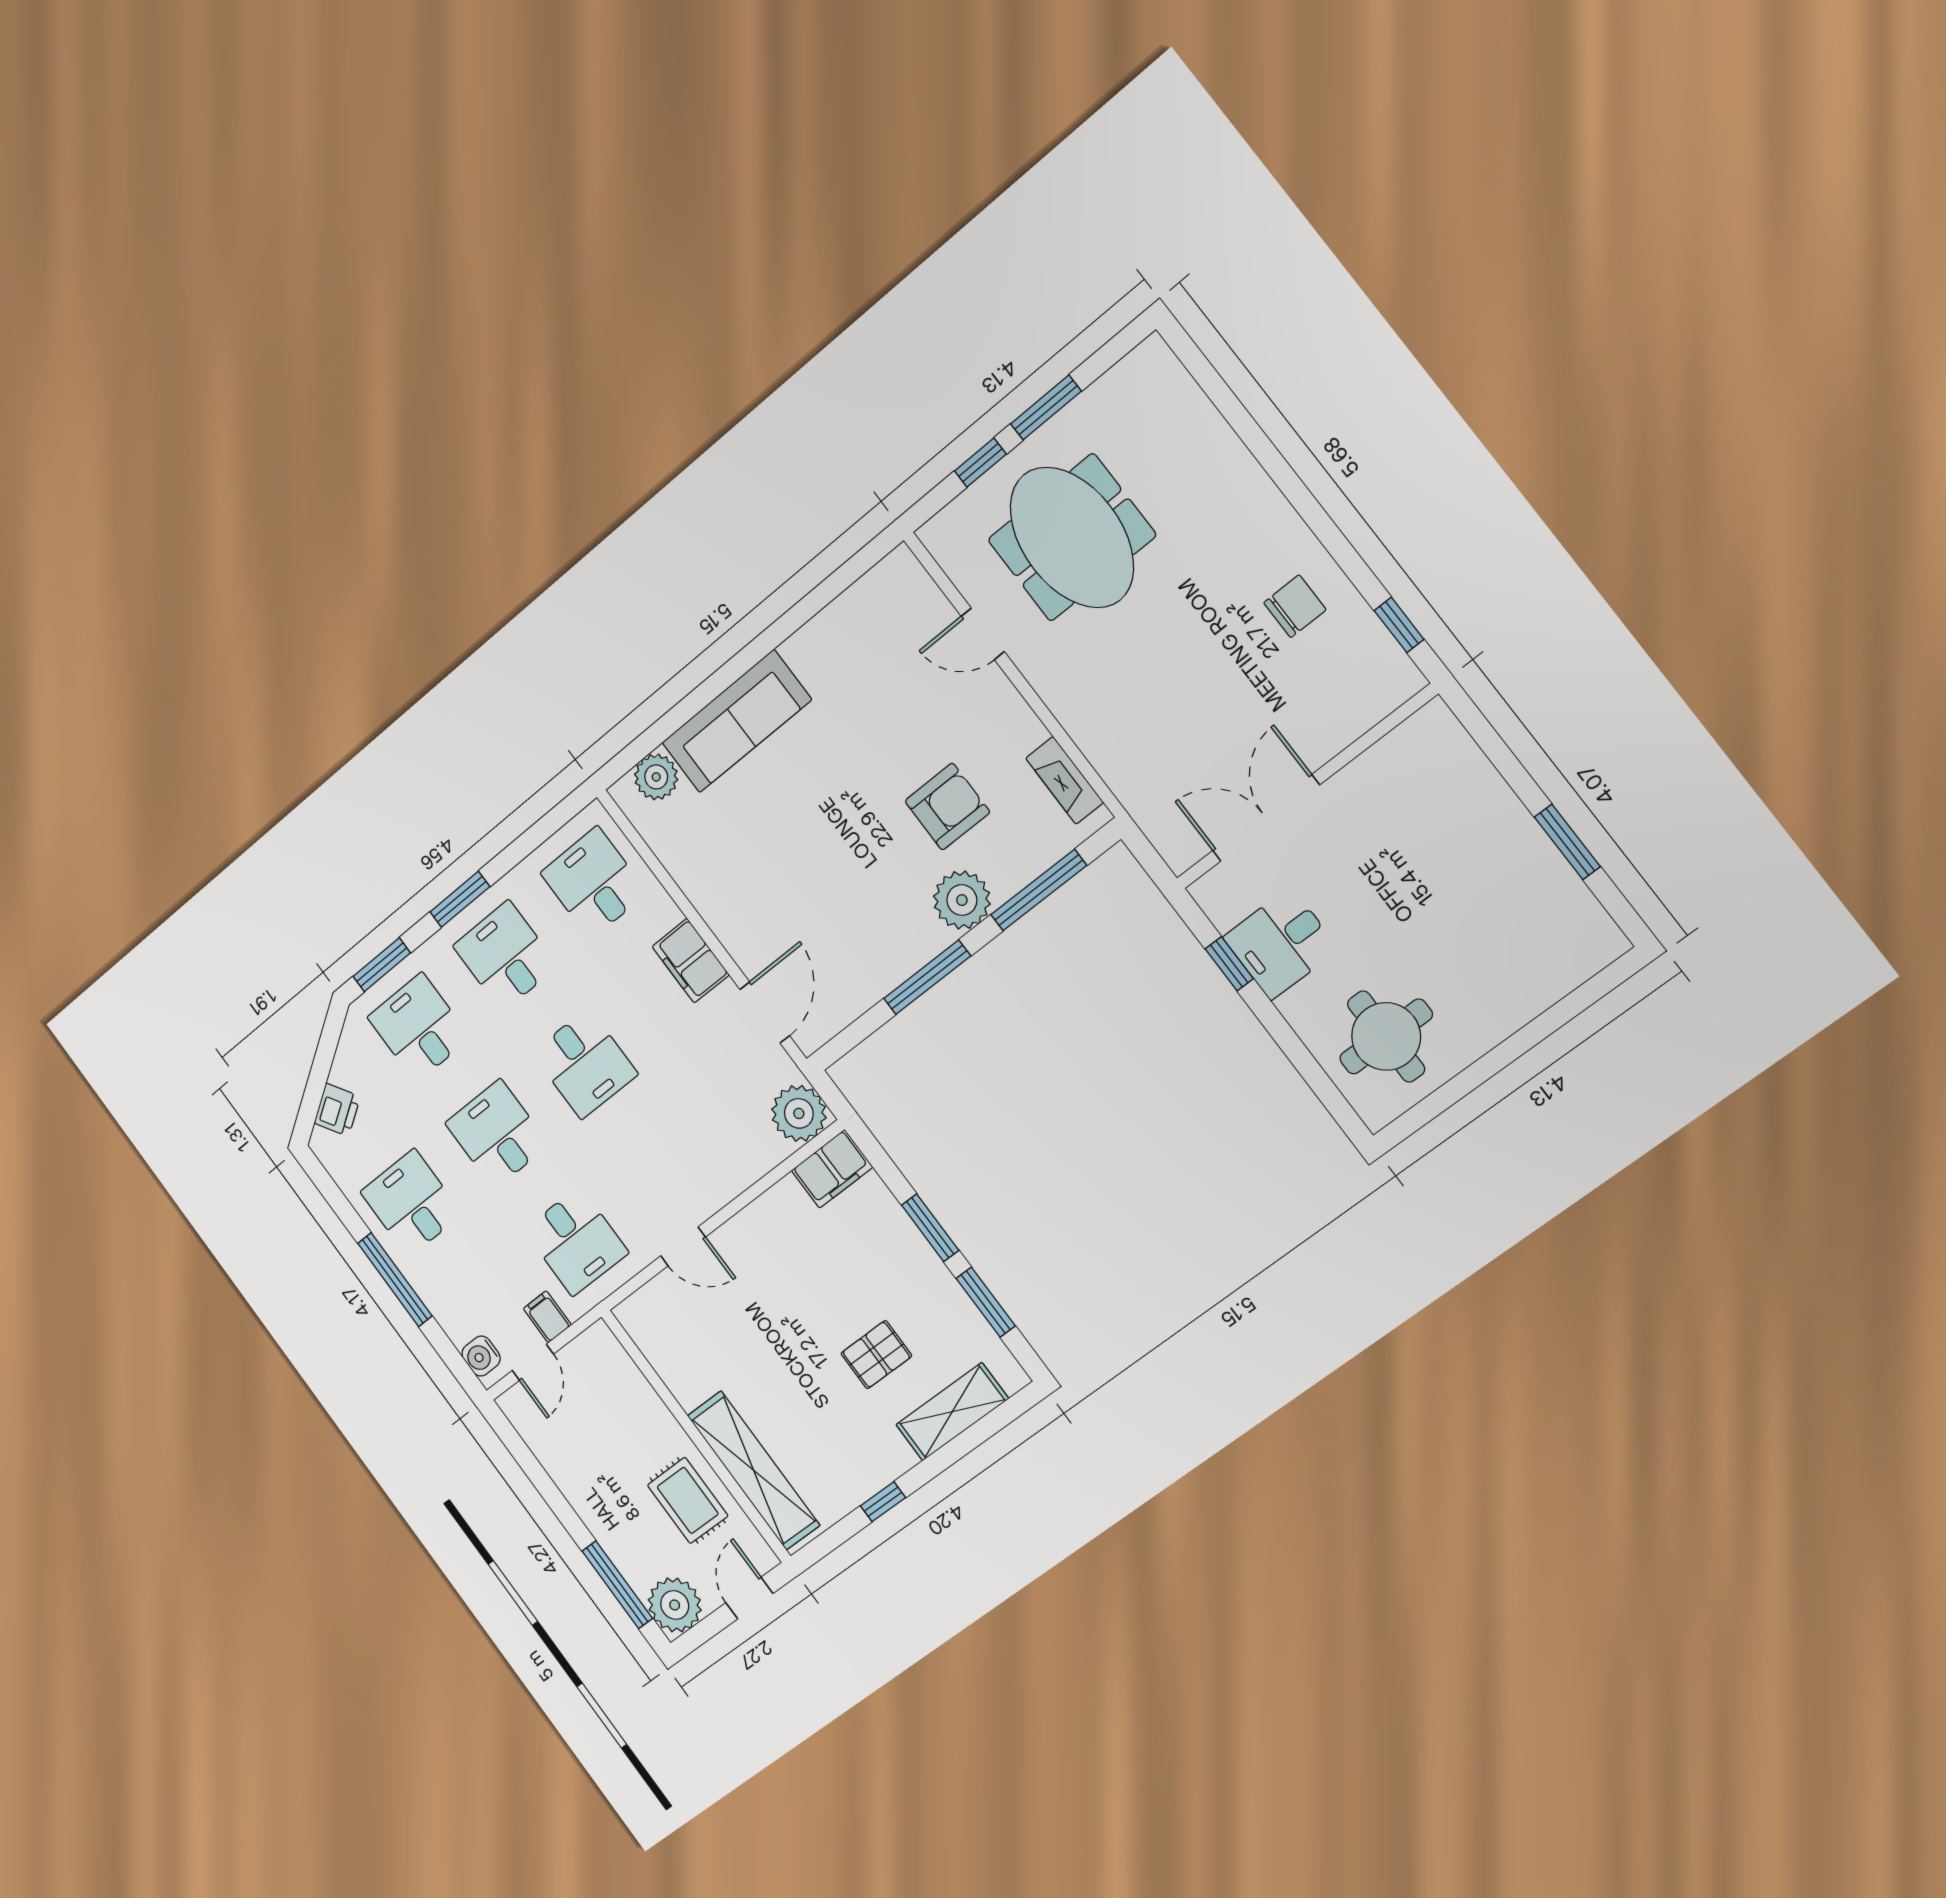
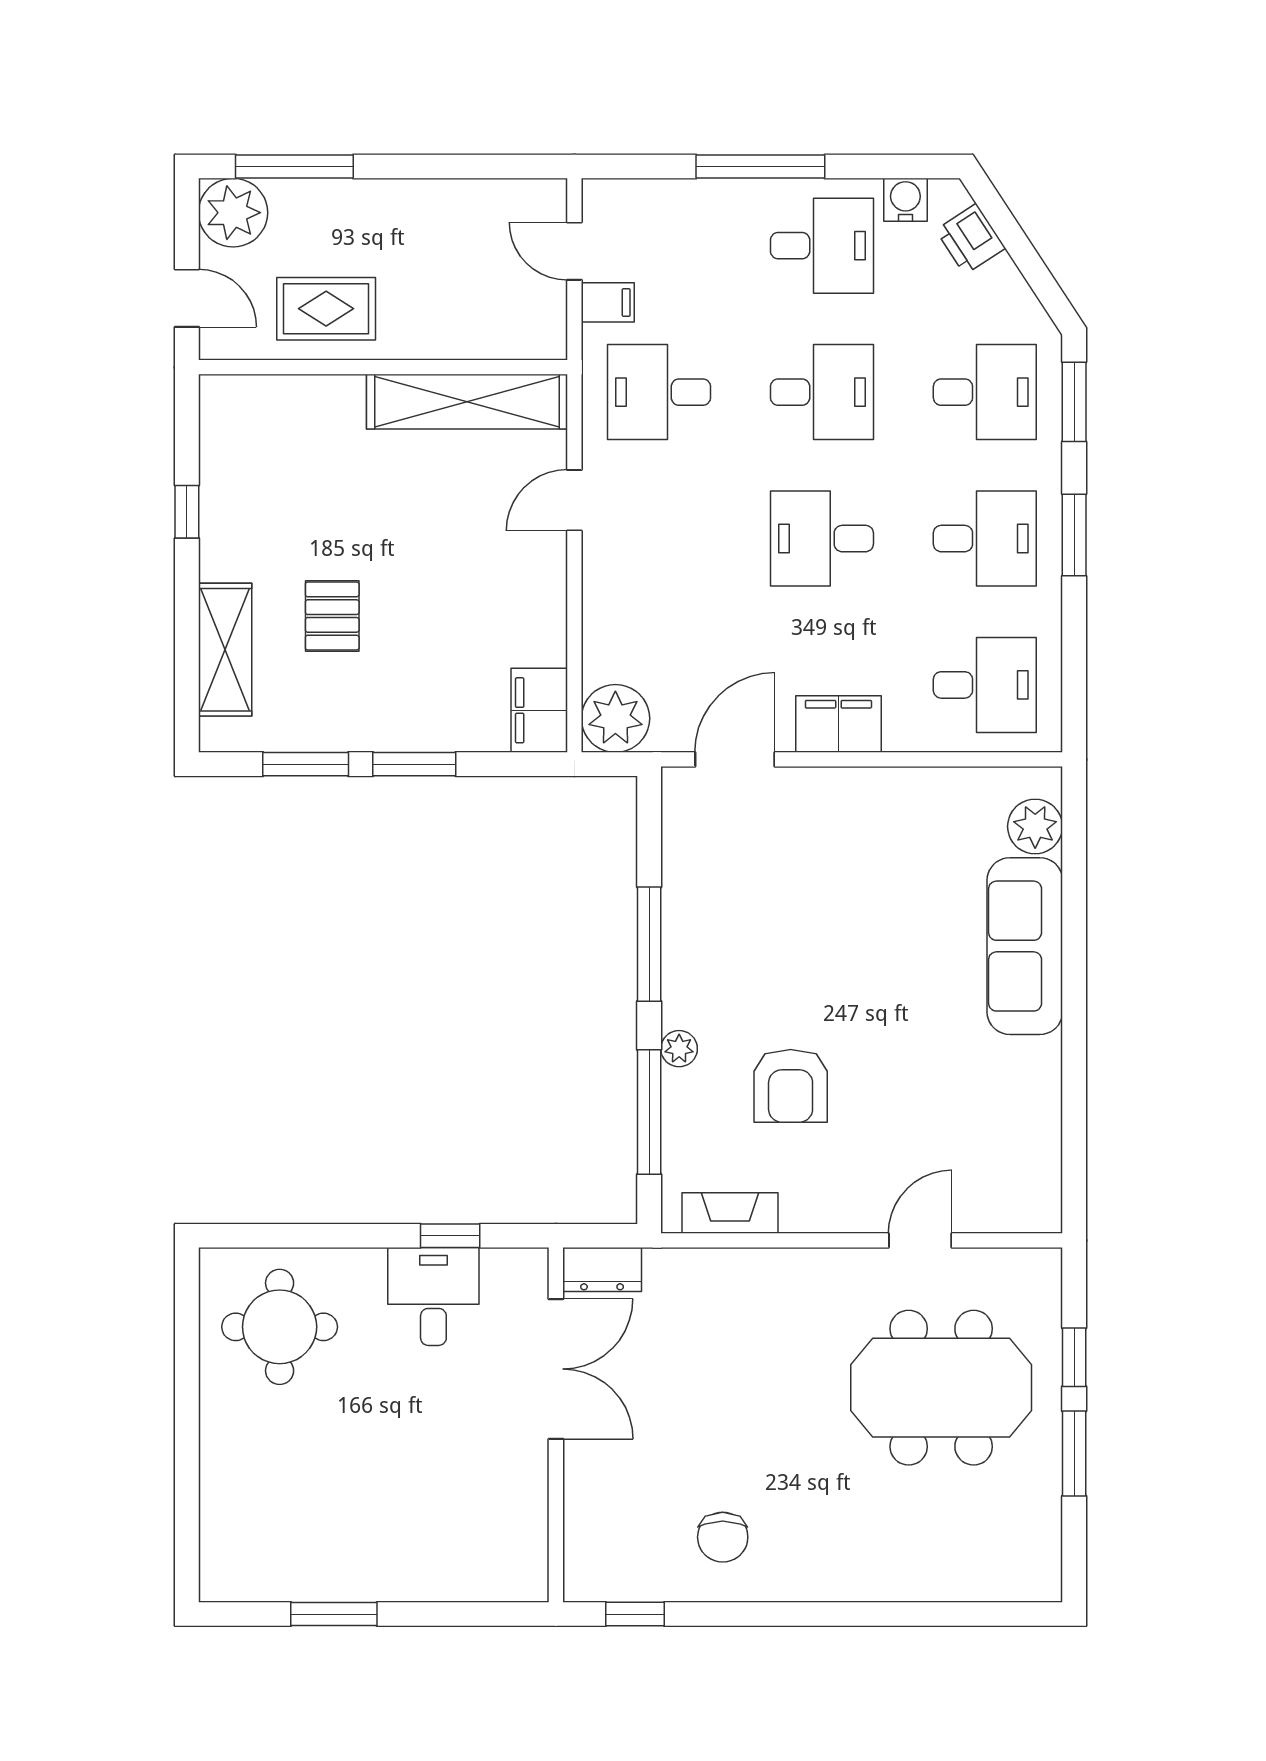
dresser: (1171, 839) -> (602, 1270), added
plant: (962, 900) -> (679, 1049), width x0.53, depth x0.53
door: (765, 1012) -> (735, 759), swing flipped
water cooler: (481, 1356) -> (905, 200), moved
shelving: (754, 1470) -> (467, 402), moved

